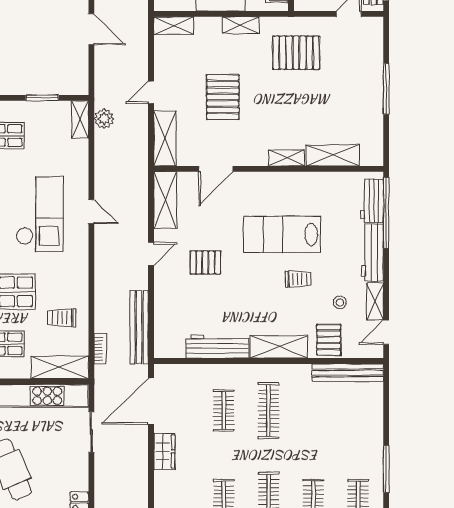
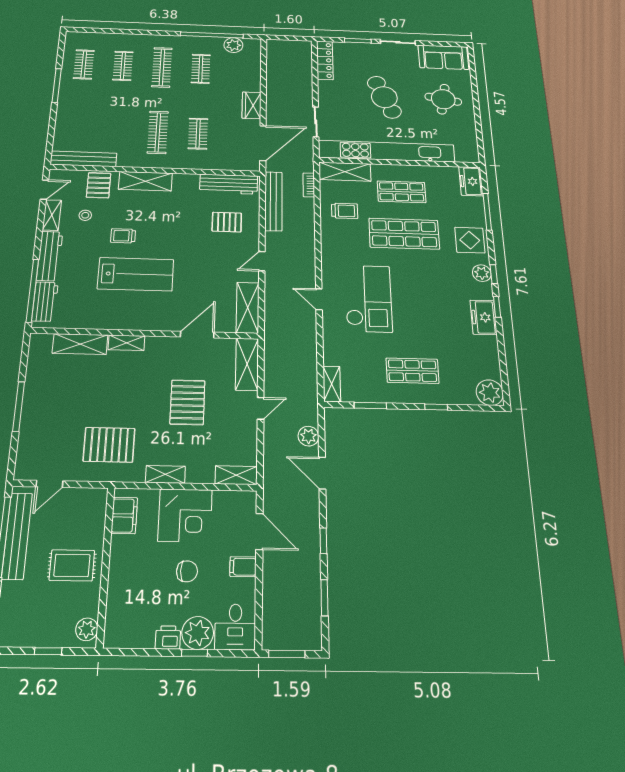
plant: (104, 119) -> (308, 436), moved
checkout: (40, 214) -> (368, 298), turned 180
pallet: (205, 262) -> (227, 222), moved
workbench: (217, 346) -> (229, 184), moved

